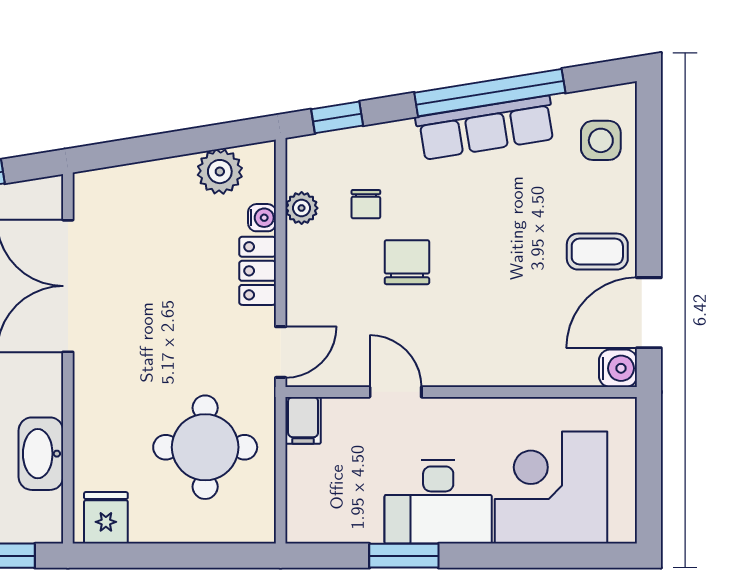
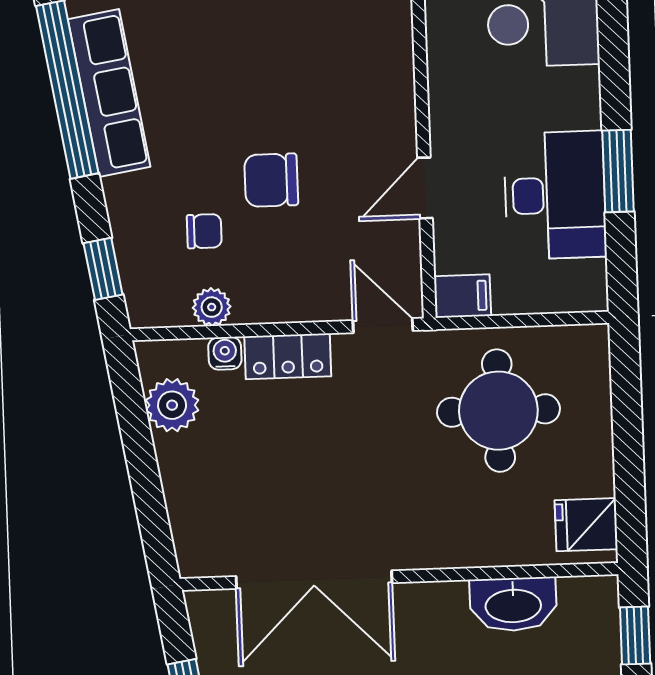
desk: (438, 502) -> (555, 195), moved

